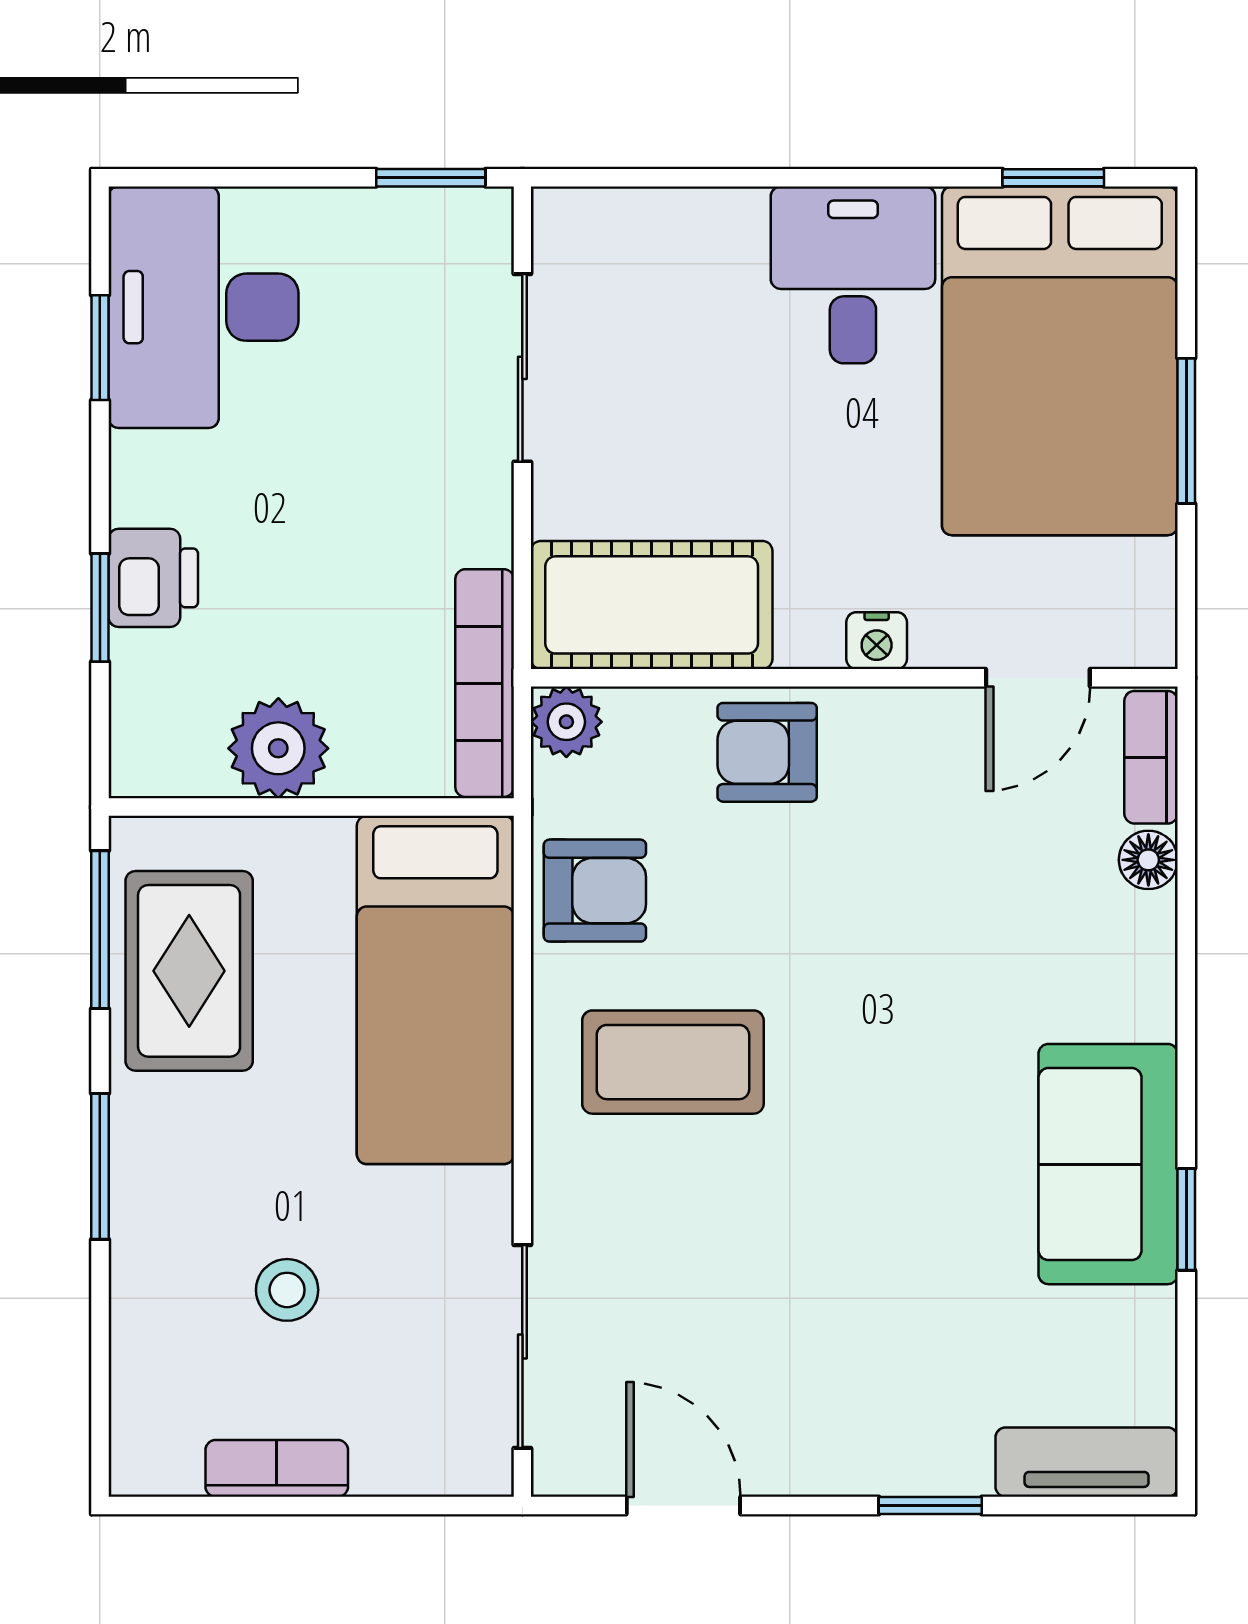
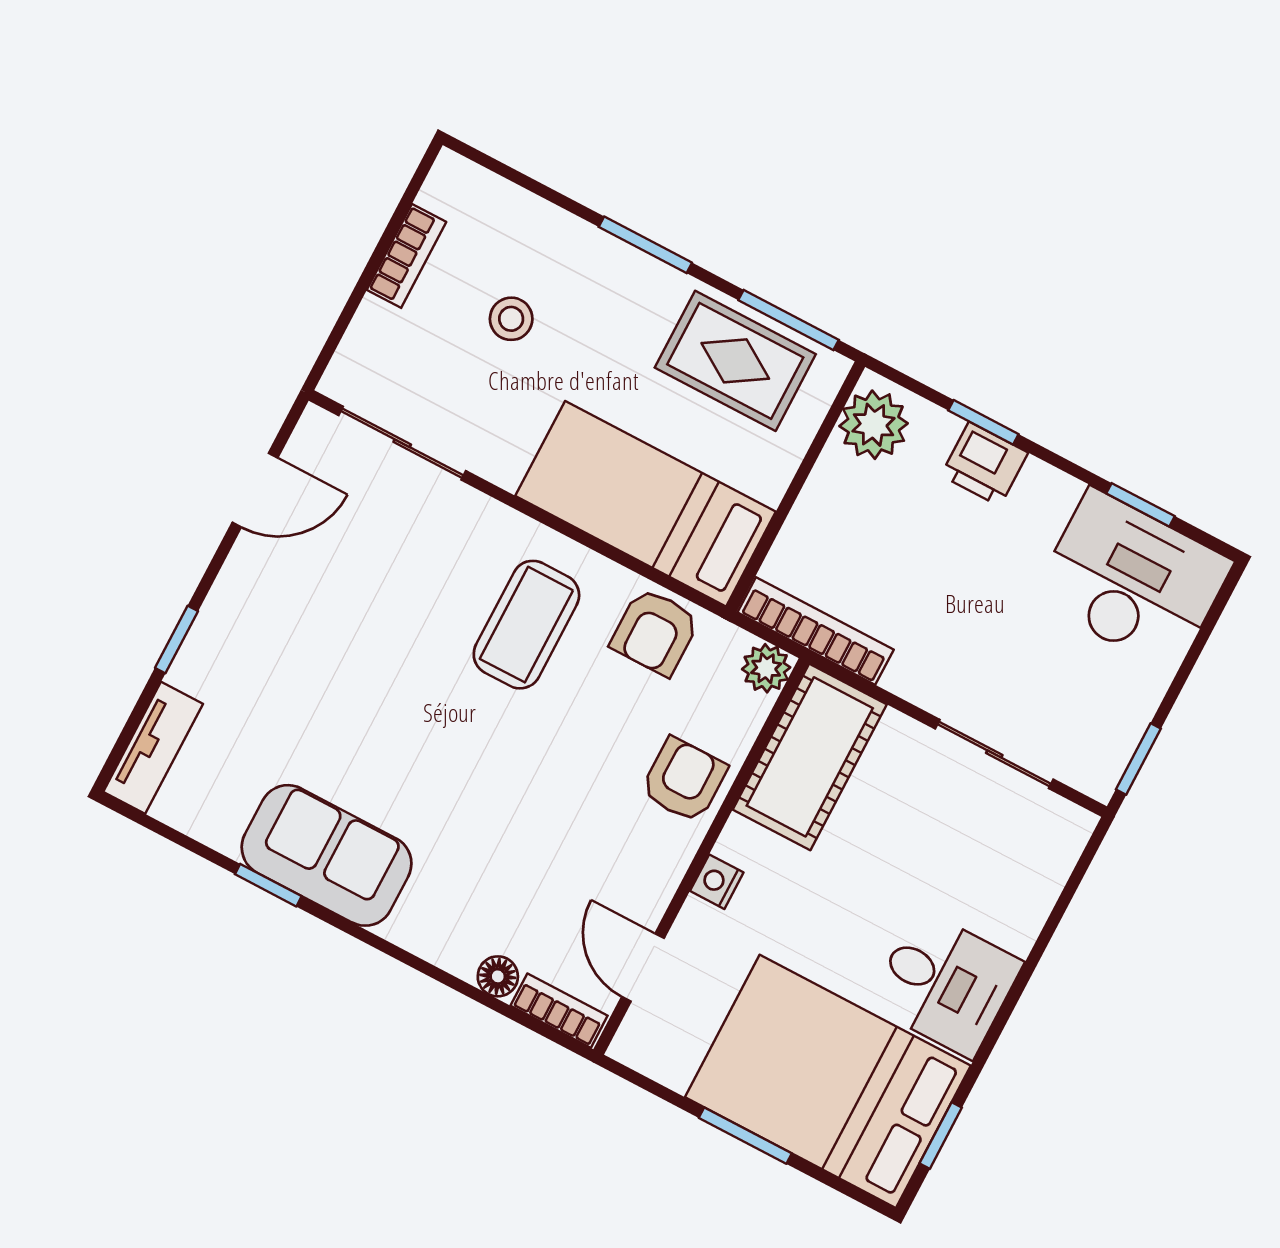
plant: (278, 748) -> (874, 425), moved

